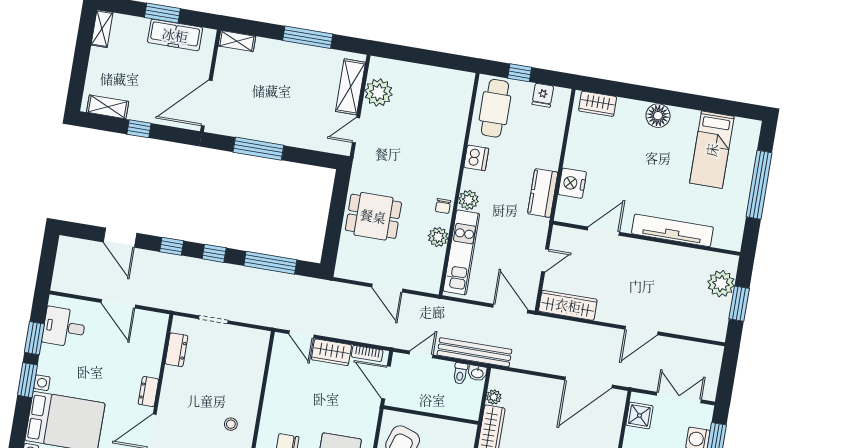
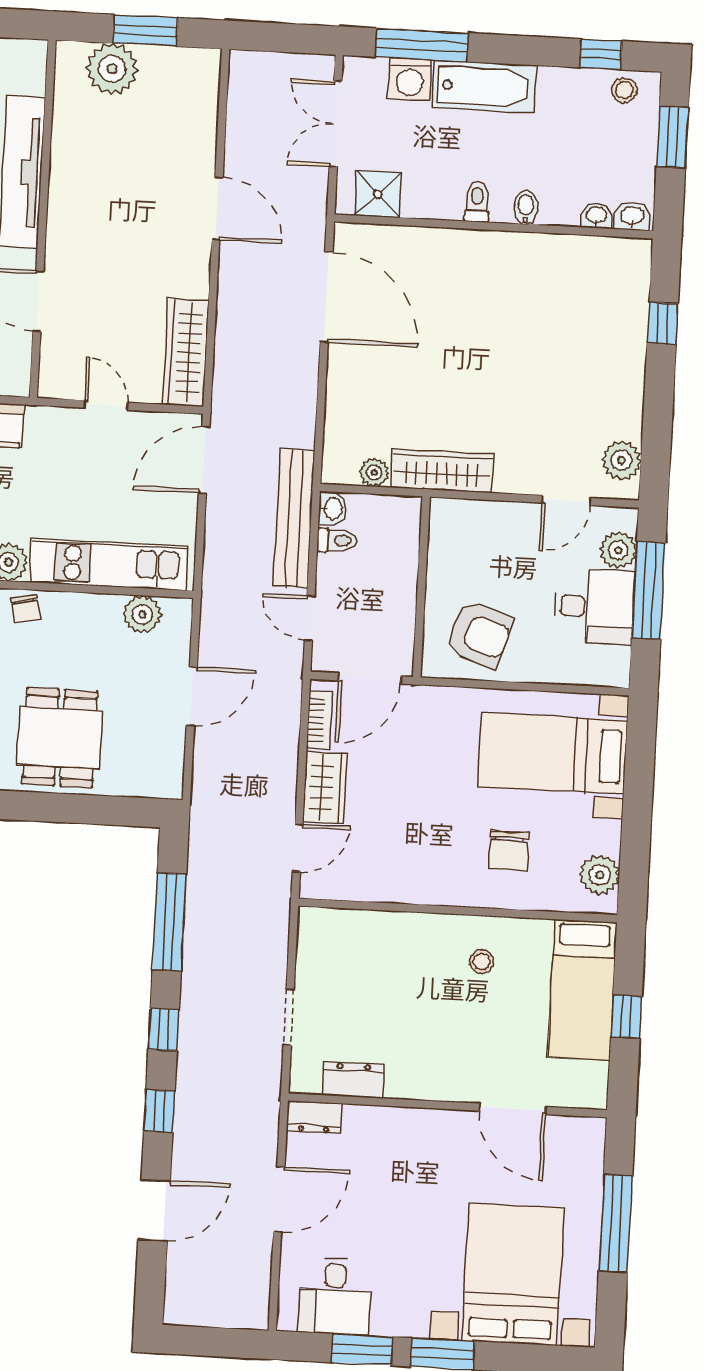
chair: (443, 206) -> (25, 609), turned 78
plant: (438, 237) -> (142, 614), moved
dresser: (148, 392) -> (314, 1117), moved

